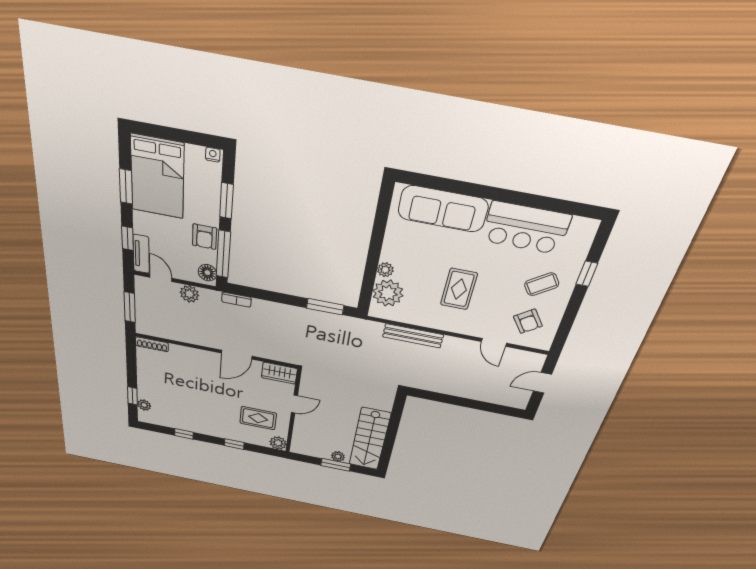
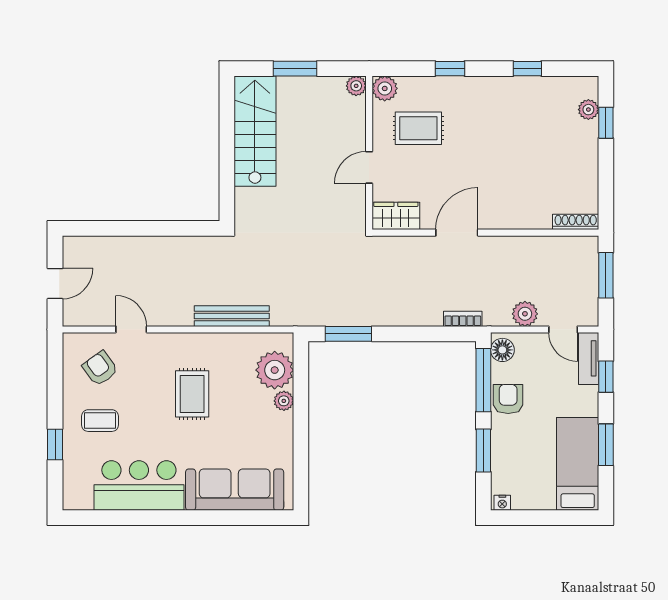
bed: (157, 177) -> (578, 464), width x0.67
coffee table: (542, 284) -> (100, 421), turned 35
plant: (338, 456) -> (356, 86), moved

